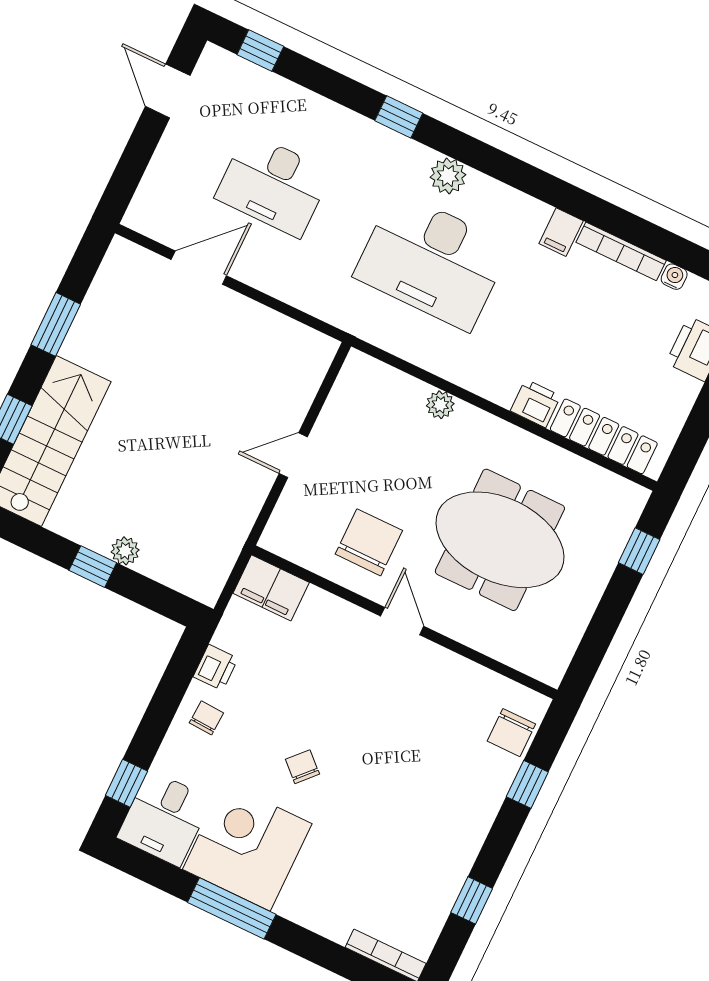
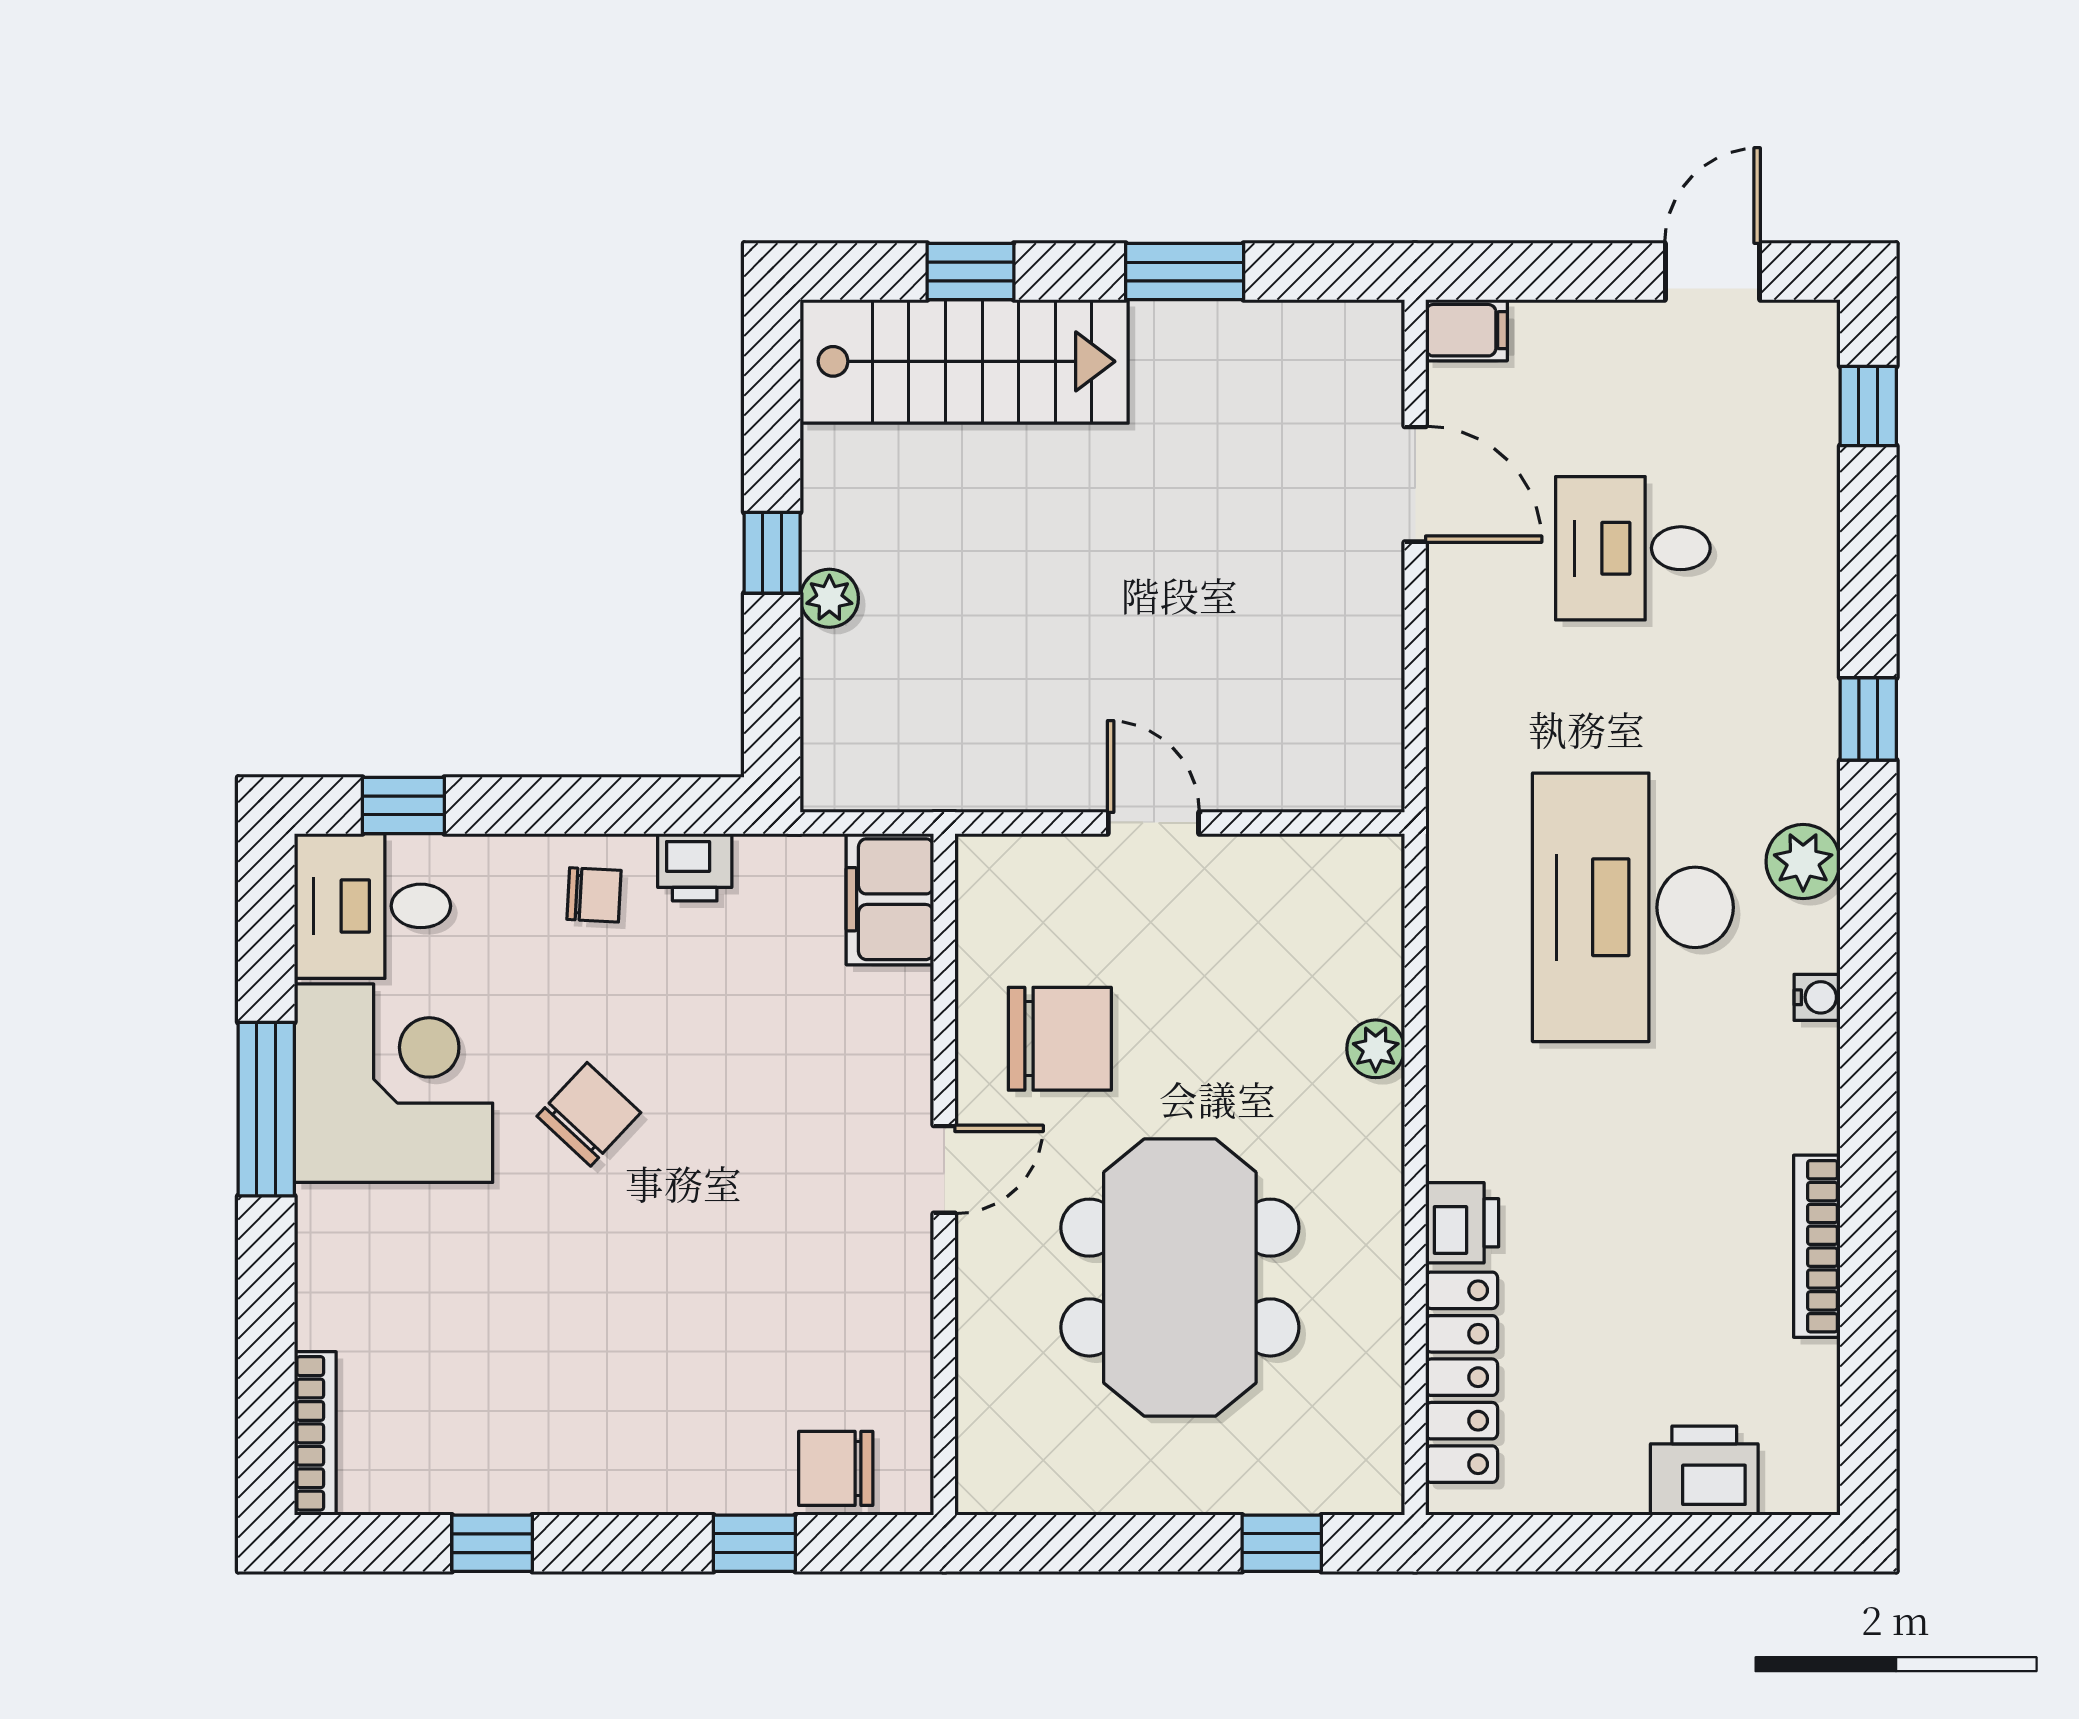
desk: (273, 185) -> (1633, 548), width x0.73
filing cabinet: (561, 232) -> (1466, 330), moved, turned 180
water cooler: (674, 277) -> (1817, 997), moved
chair: (302, 767) -> (589, 1114), width x1.37, depth x1.37

